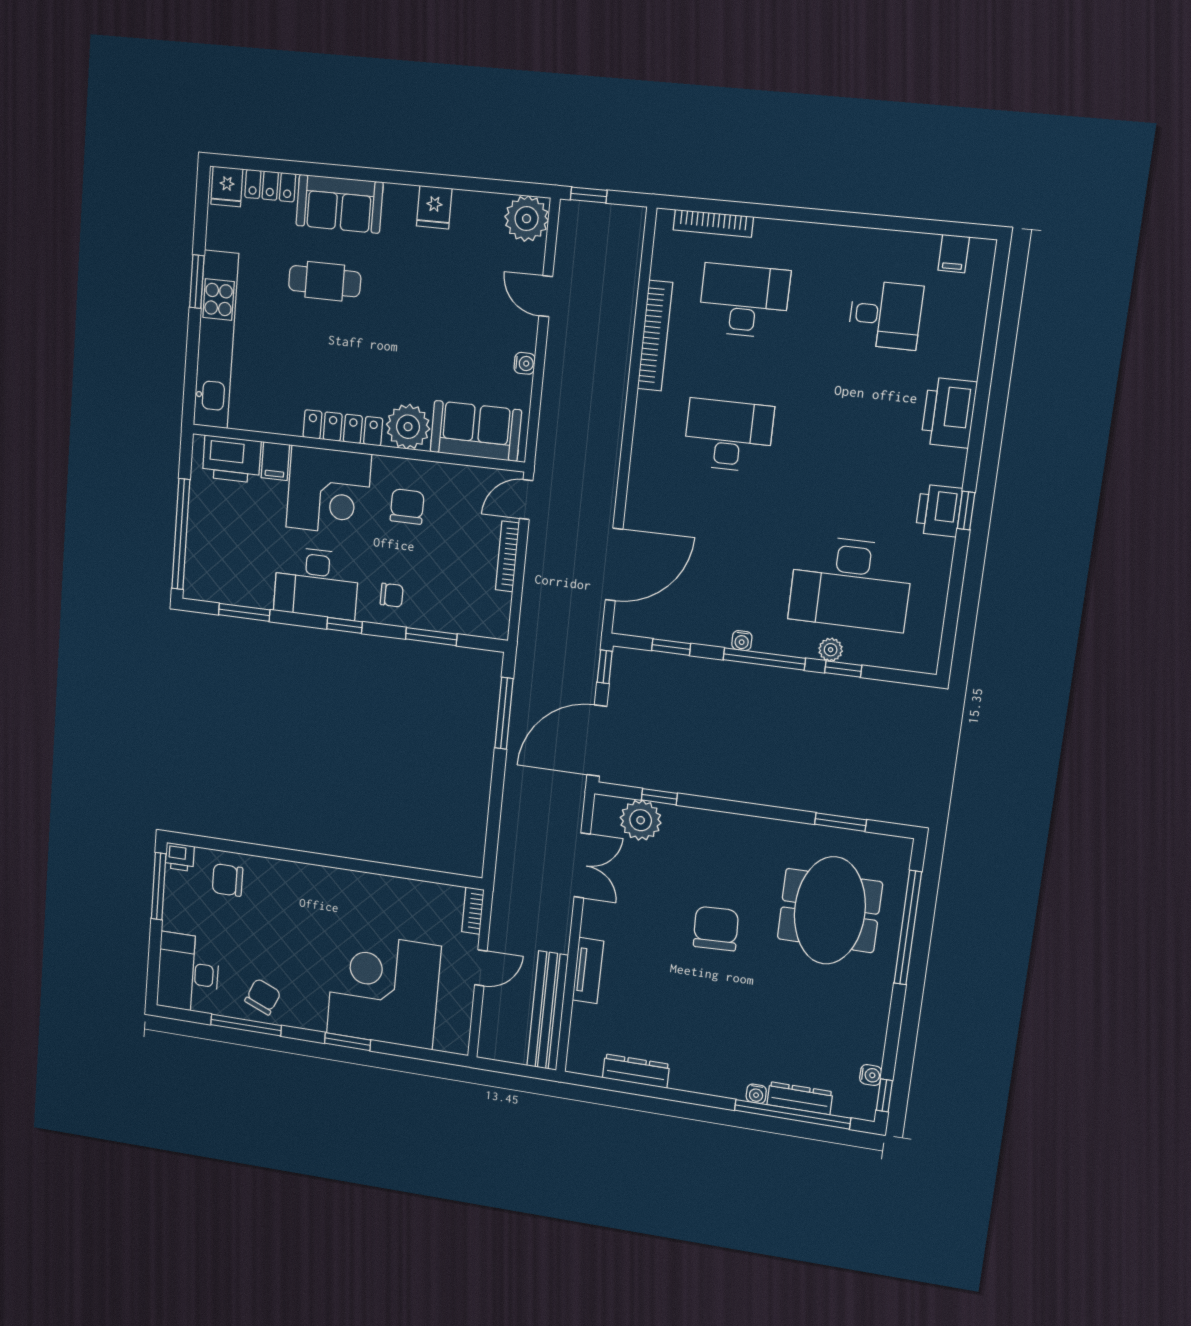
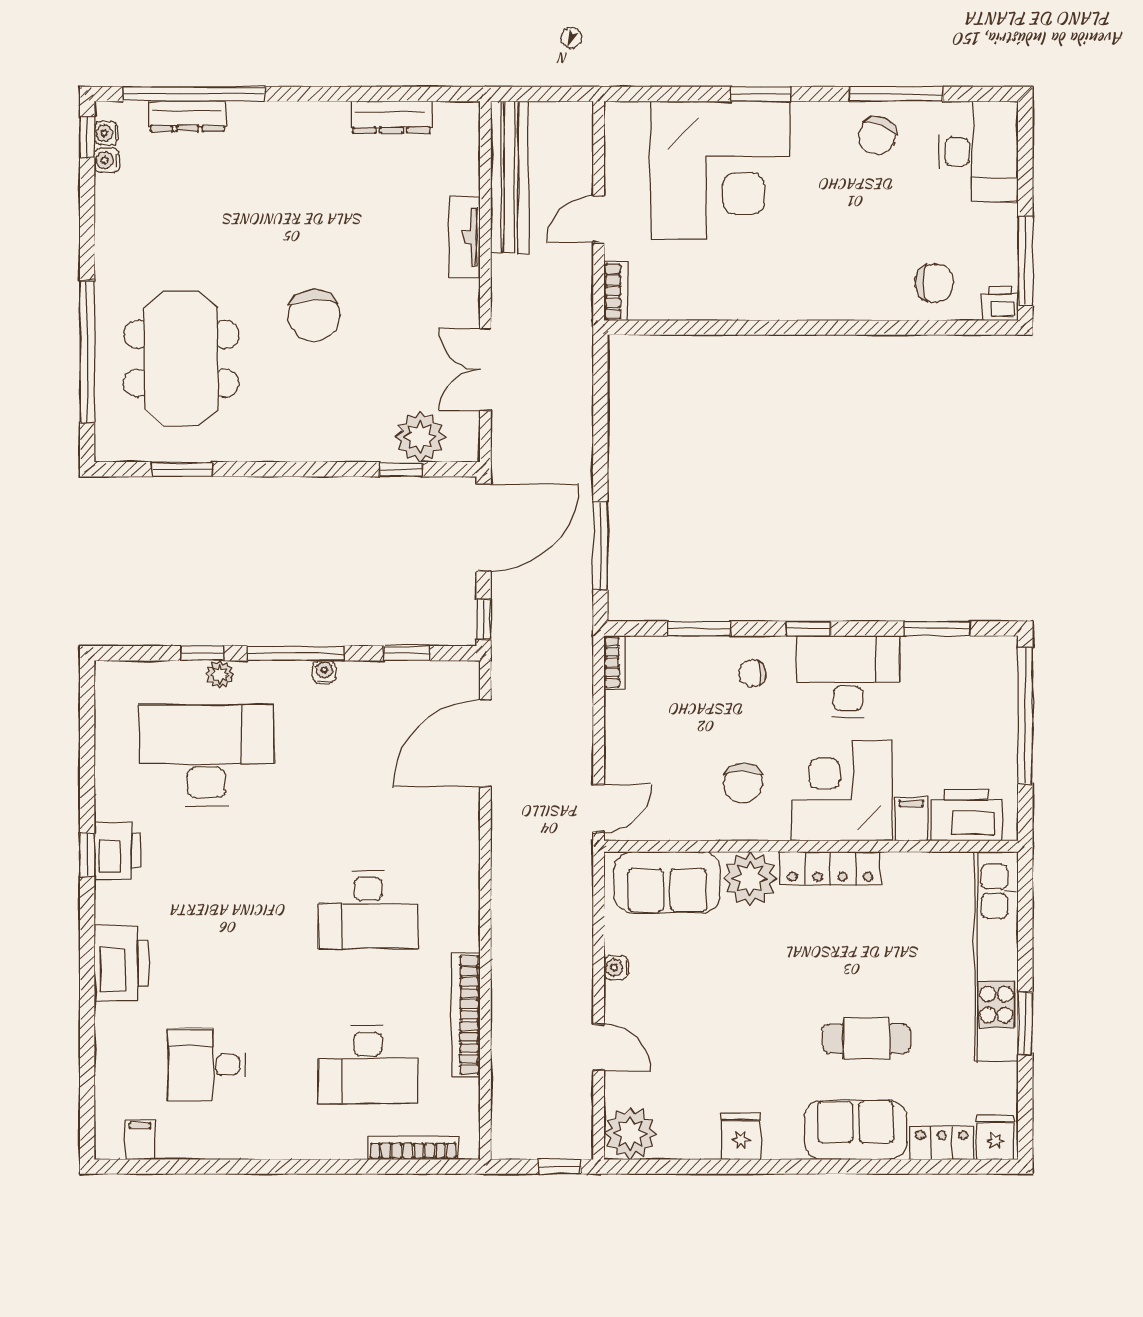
bookcase: (507, 556) -> (615, 662), moved, width x0.64
water cooler: (756, 1094) -> (106, 133), moved, turned -90

